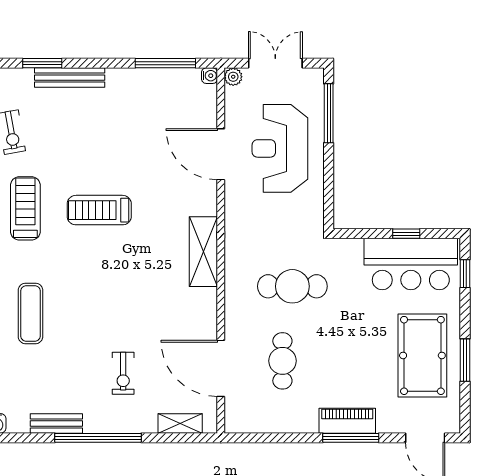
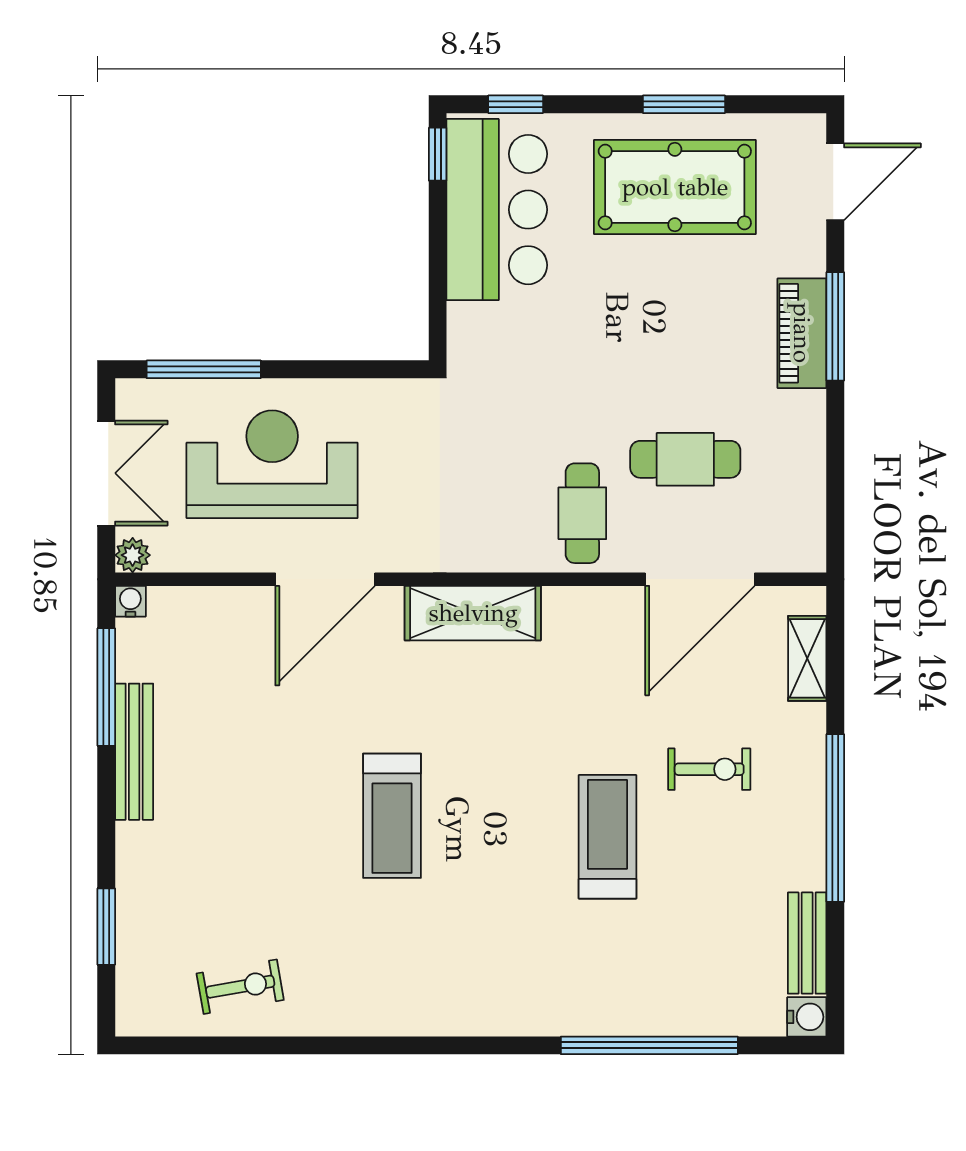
double door: (275, 63) -> (106, 473), swing flipped
bench: (70, 78) -> (134, 752), moved
reception desk: (280, 148) -> (272, 464), turned 180
door: (221, 154) -> (325, 579), moved
treadmill: (25, 208) -> (608, 837), moved, turned 90
window: (406, 234) -> (438, 154), moved
cafe table: (292, 286) -> (582, 513), moved, width x0.73, depth x0.74
exercise mat: (30, 313) -> (593, 949), removed
bench: (56, 423) -> (807, 943), moved

